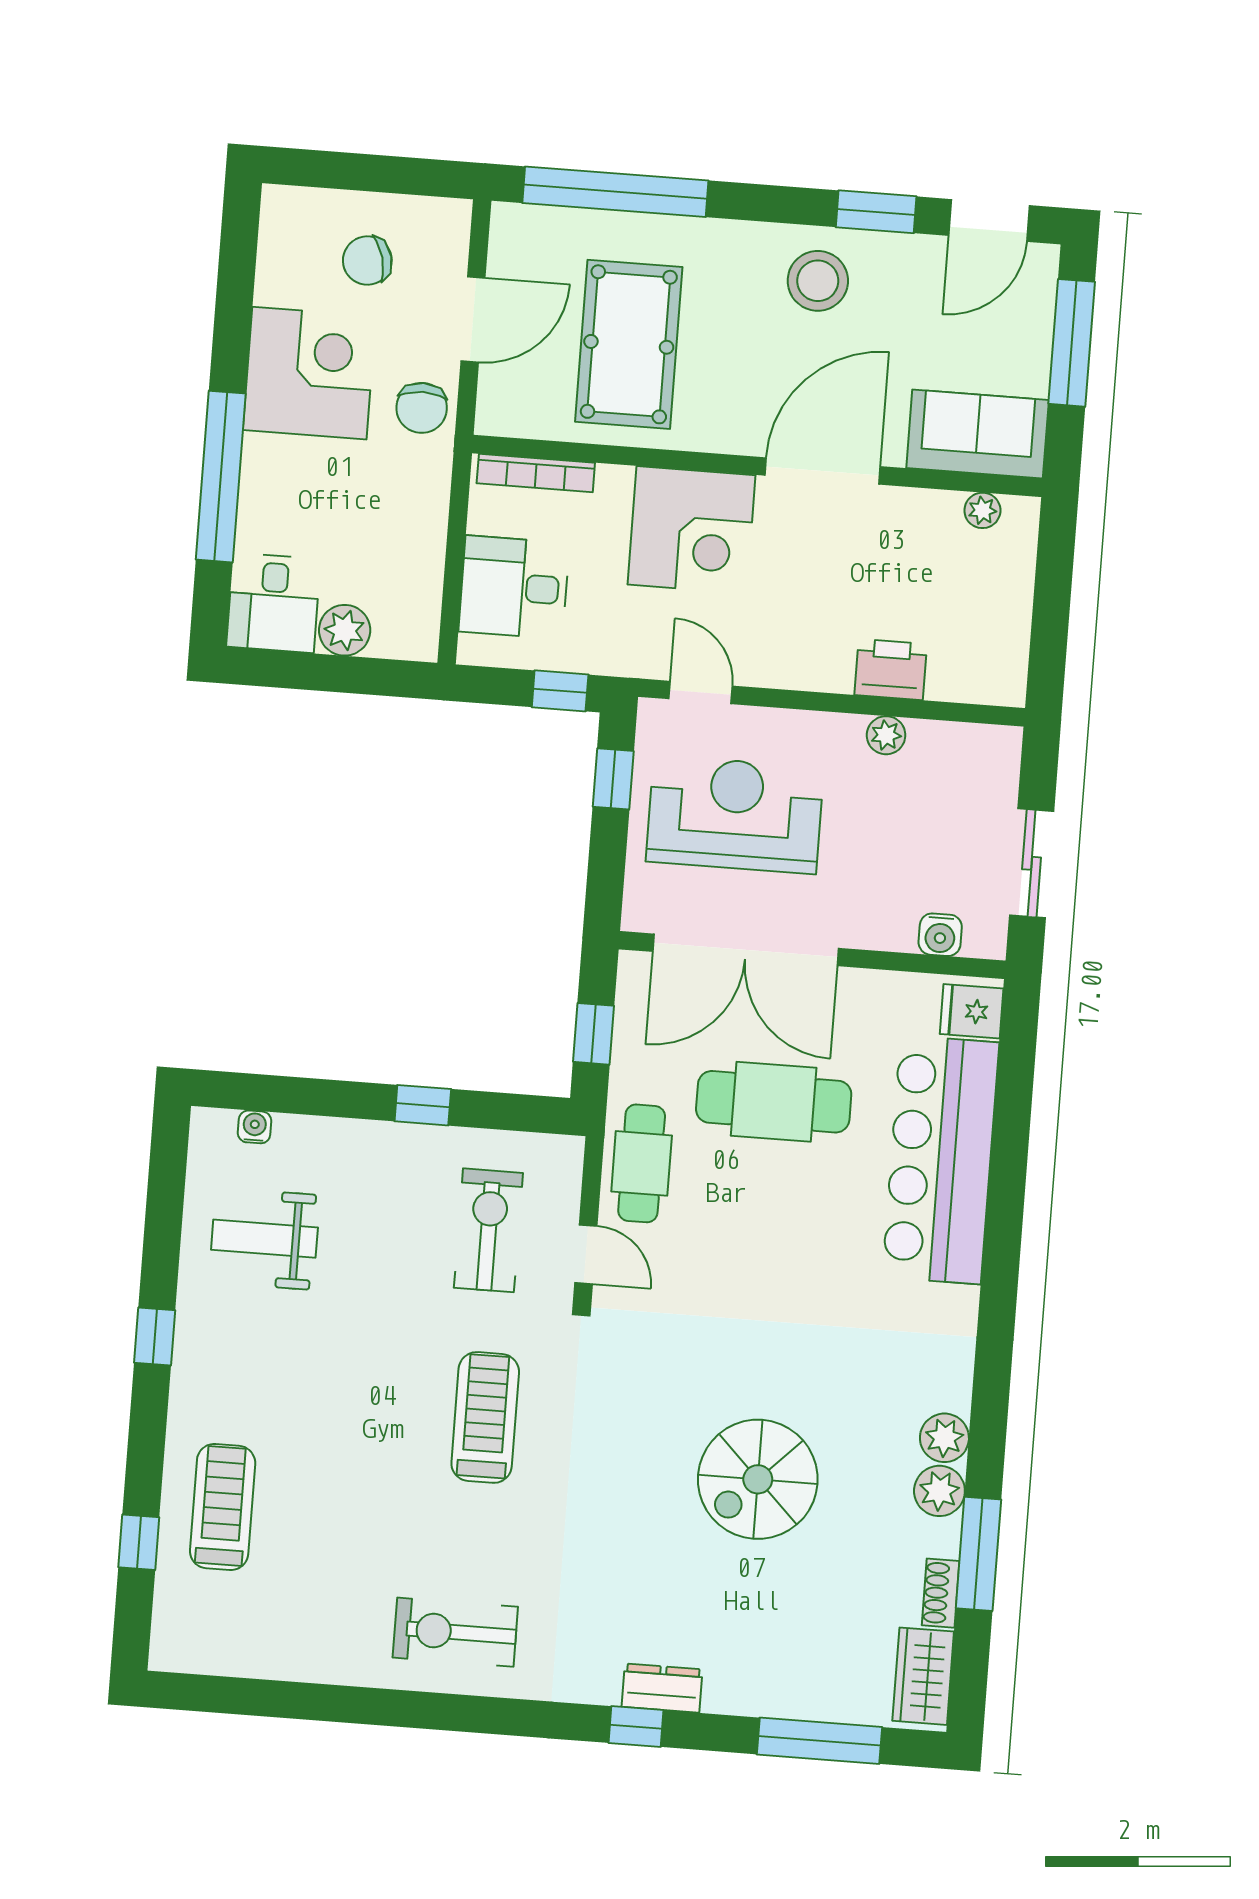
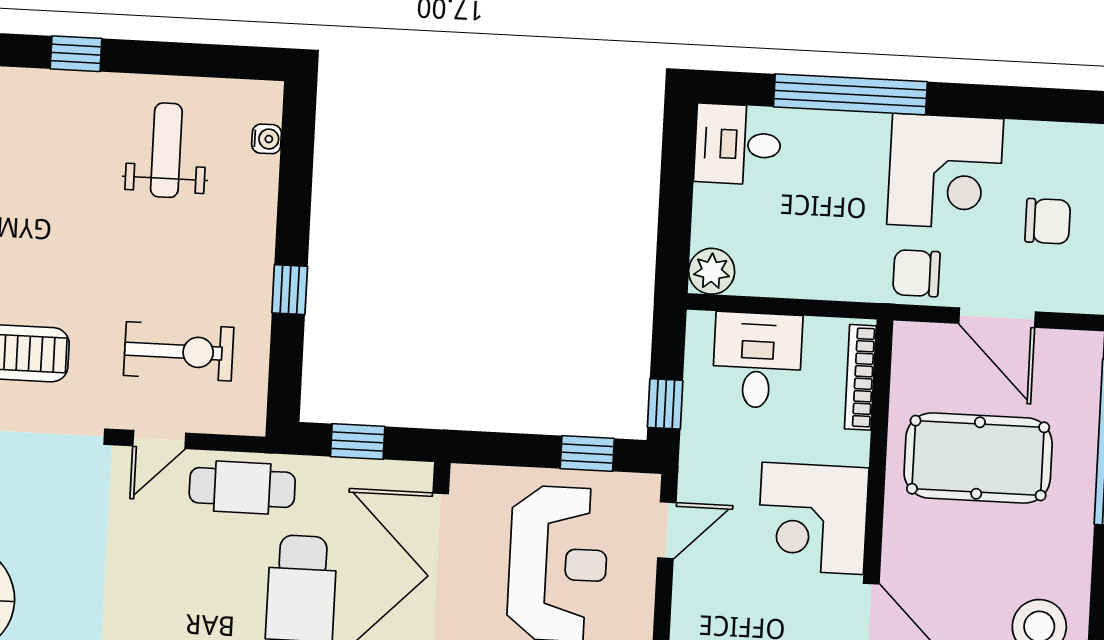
chair: (367, 260) -> (1048, 221), turned 105
plant: (345, 630) -> (712, 271), moved

